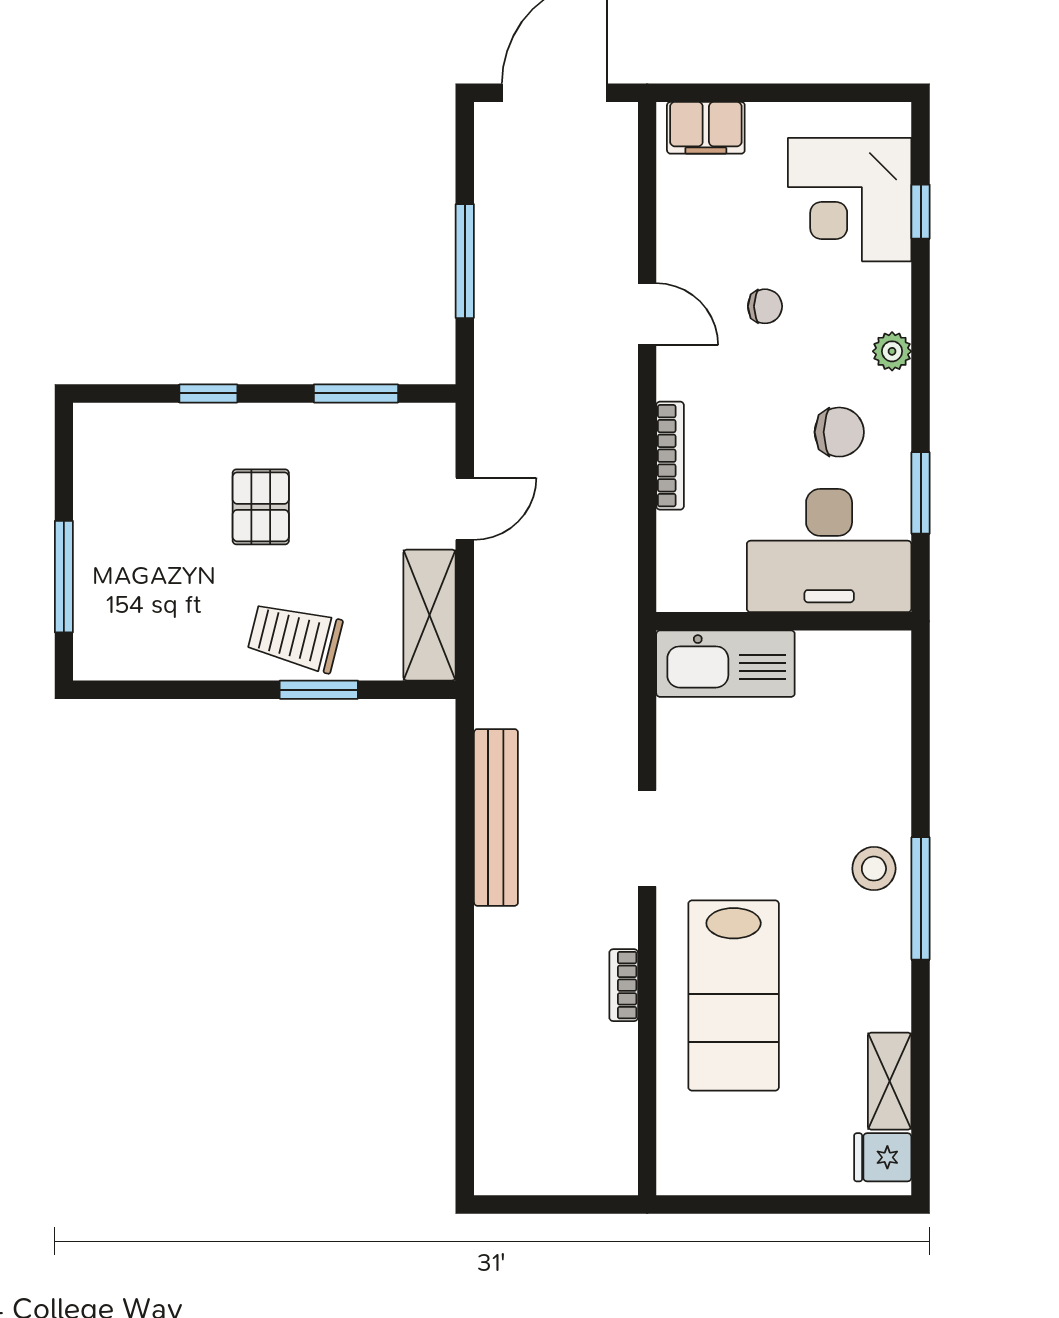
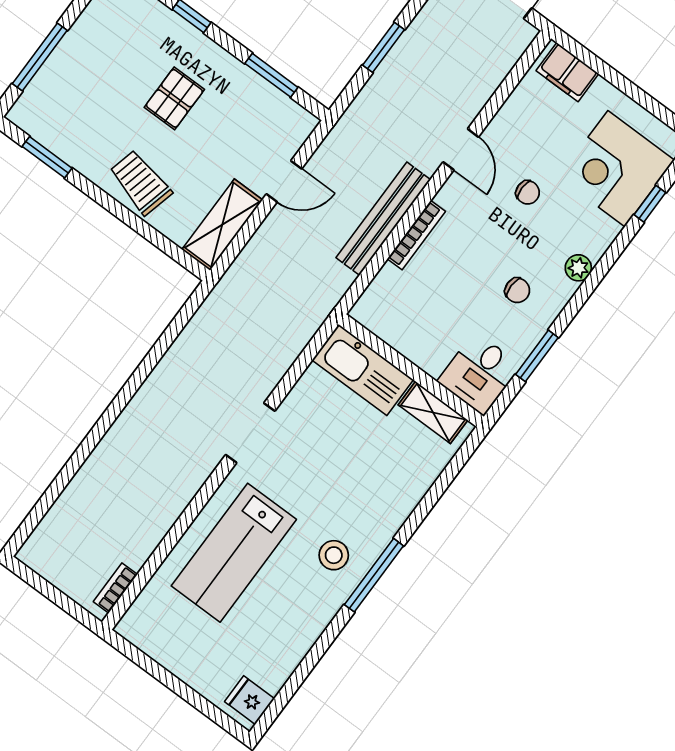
window: (465, 261) -> (384, 47), width x0.69
chair: (839, 432) -> (517, 290), width x0.73, depth x0.73
desk: (829, 551) -> (479, 373), width x0.53, depth x0.77
window: (319, 690) -> (47, 157), moved
bench: (496, 817) -> (383, 219), moved
stool: (874, 869) -> (334, 555), moved
bookcase: (624, 985) -> (115, 588), moved
shelving: (890, 1081) -> (433, 412), moved, turned 90

